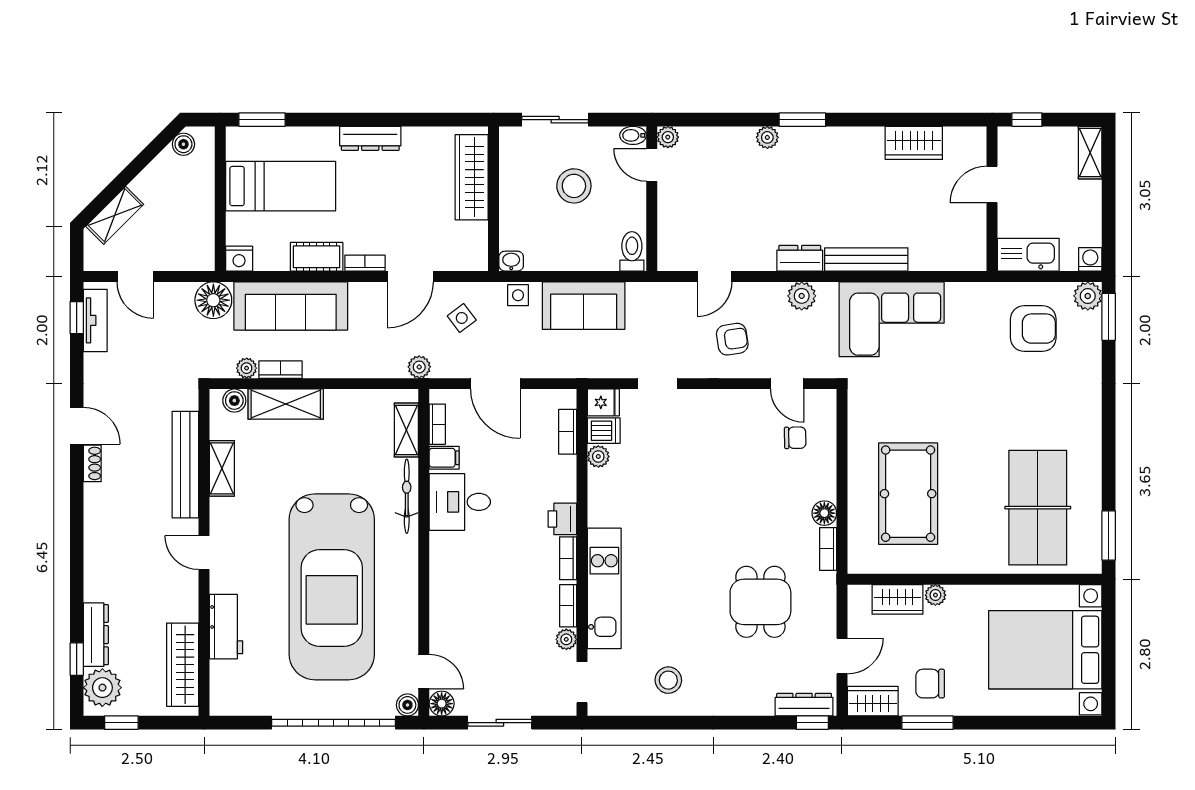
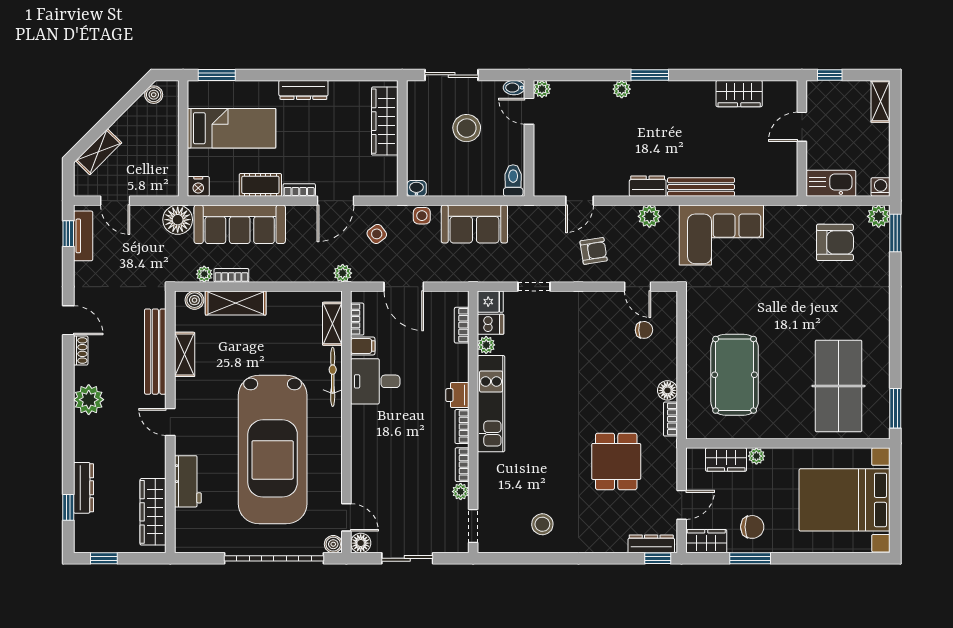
kitchen unit: (604, 588) -> (491, 404), moved
chair: (930, 684) -> (752, 527), turned 180
plant: (102, 688) -> (89, 400), moved

